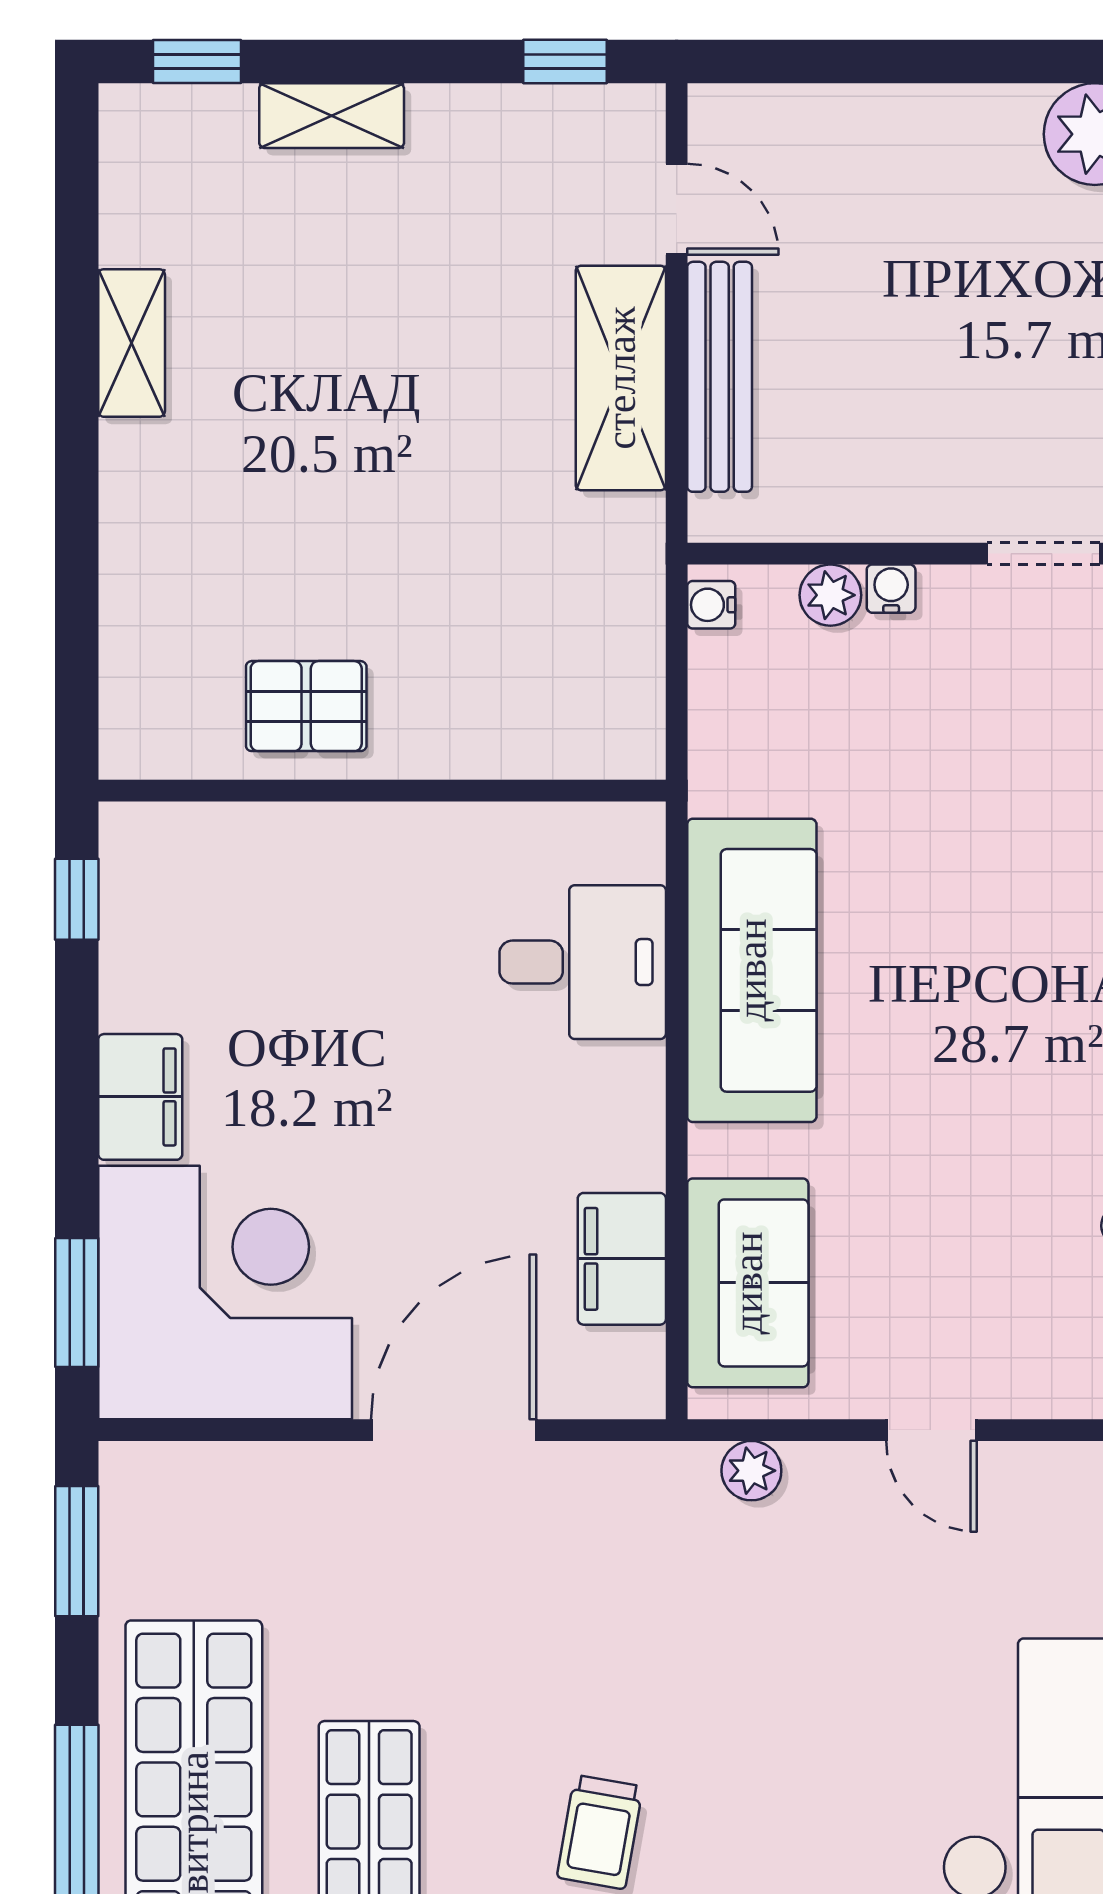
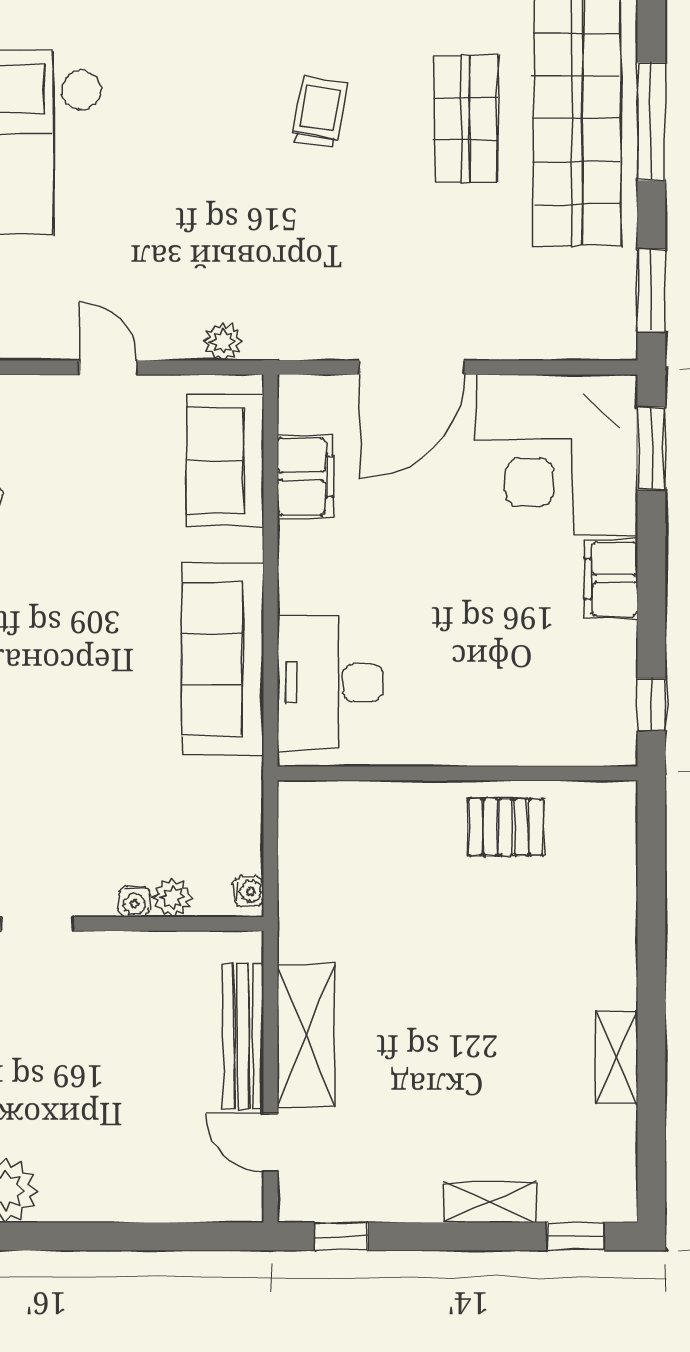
desk: (583, 962) -> (330, 683), width x1.37

